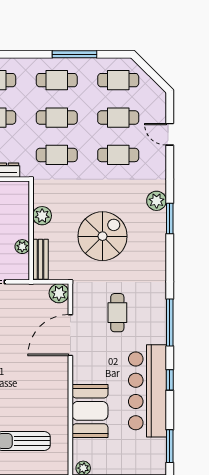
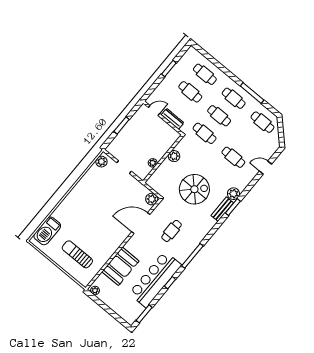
cafe table: (118, 118) -> (248, 140), removed
door: (170, 134) -> (266, 168), hinge flipped
bench: (40, 259) -> (222, 209), moved

